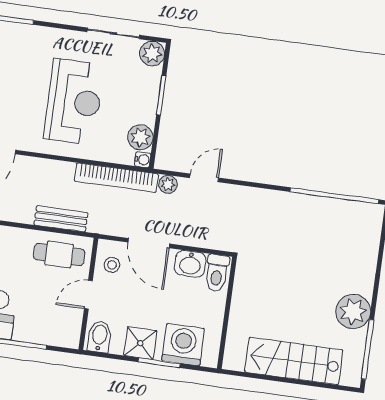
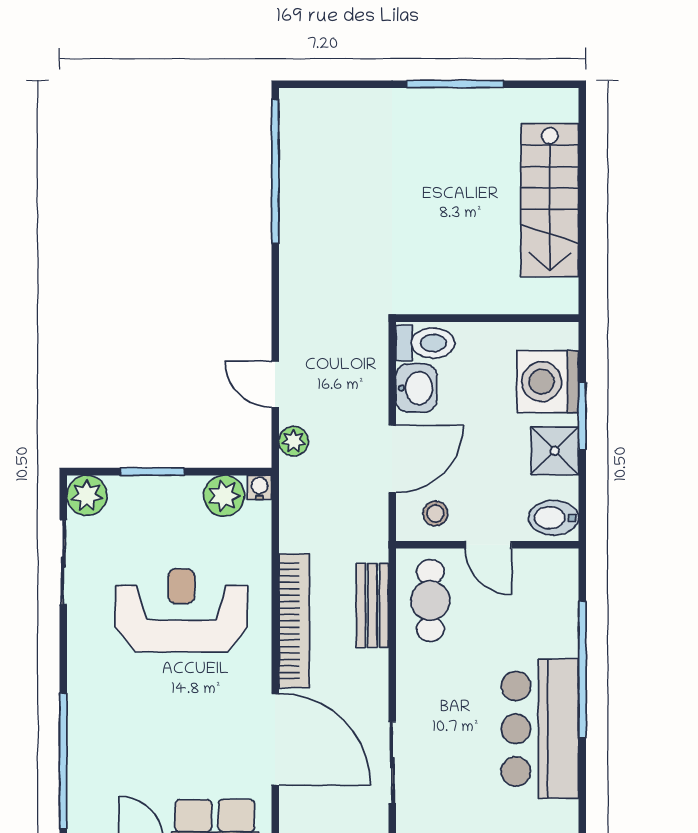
bookcase: (116, 178) -> (294, 621), moved
plant: (353, 312) -> (457, 116), removed
window: (368, 349) -> (455, 84), moved

